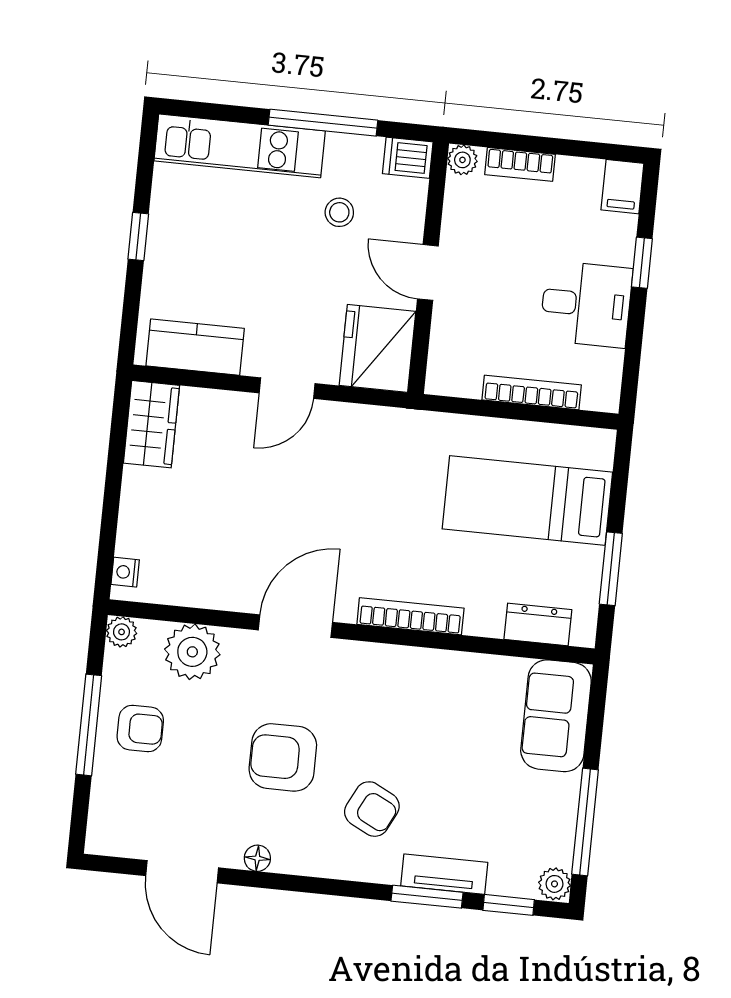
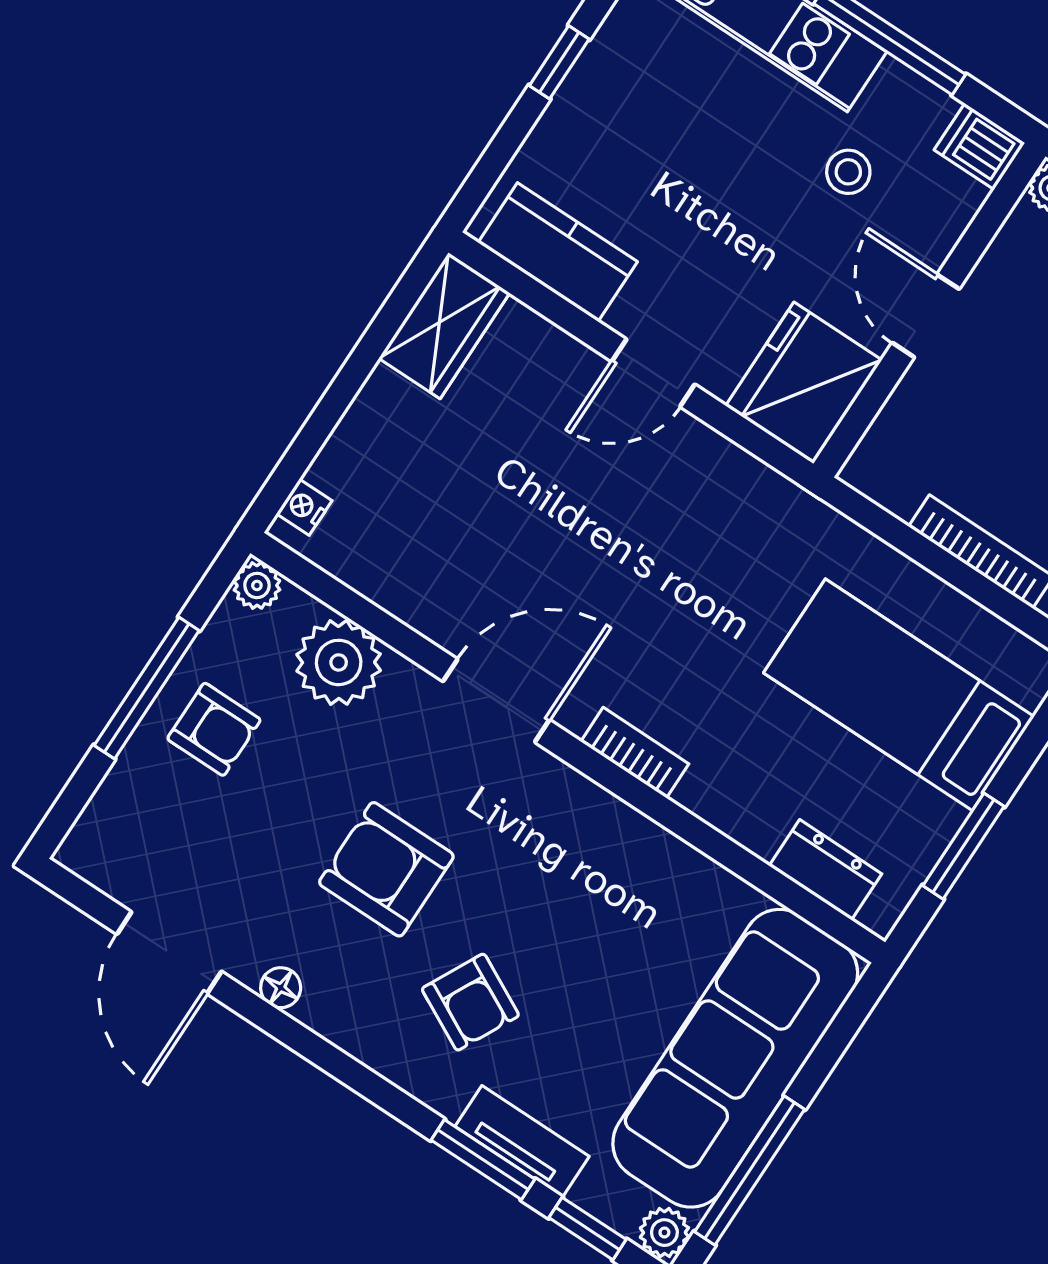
bookcase: (410, 616) -> (635, 753), width x0.64
sofa: (556, 716) -> (735, 1058), width x1.85, depth x1.27

